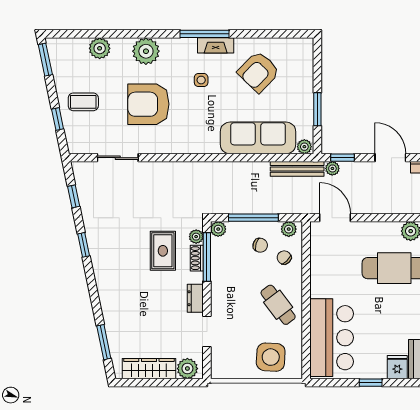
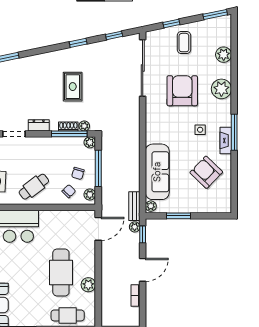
sliding door: (118, 158) -> (143, 68), width x1.86
bench: (297, 169) -> (134, 206), width x0.73
rug: (163, 251) -> (73, 87), moved, turned 90

